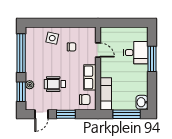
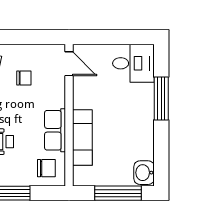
door: (98, 50) -> (69, 64), moved
desk: (136, 53) -> (133, 63), moved
exam couch: (106, 94) -> (82, 138), moved

